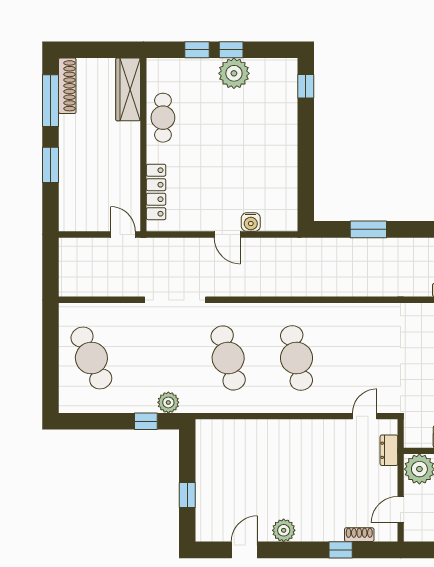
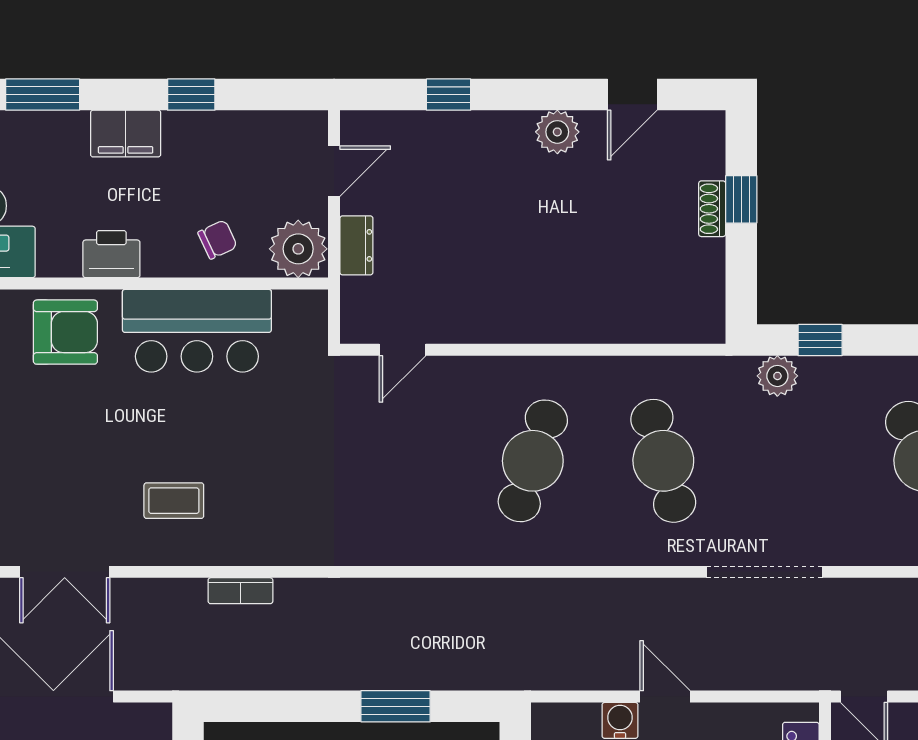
cafe table: (296, 358) -> (533, 461), turned 30
dresser: (389, 450) -> (356, 245), moved
shoe rack: (359, 535) -> (712, 209), moved, turned 90

